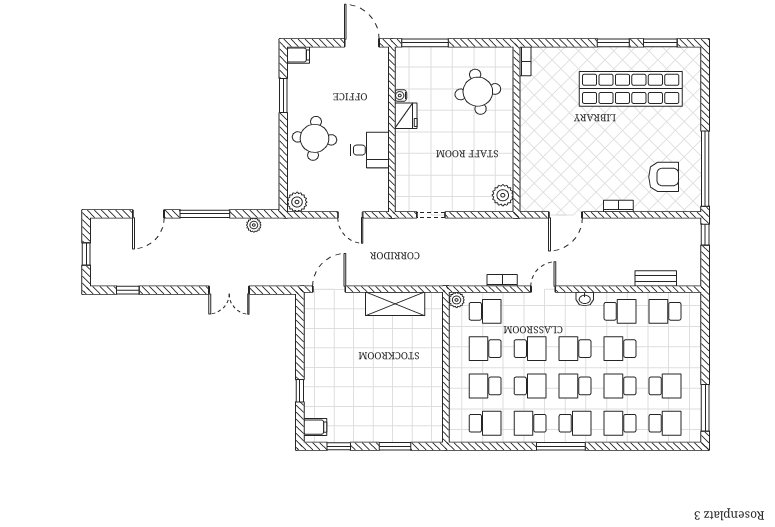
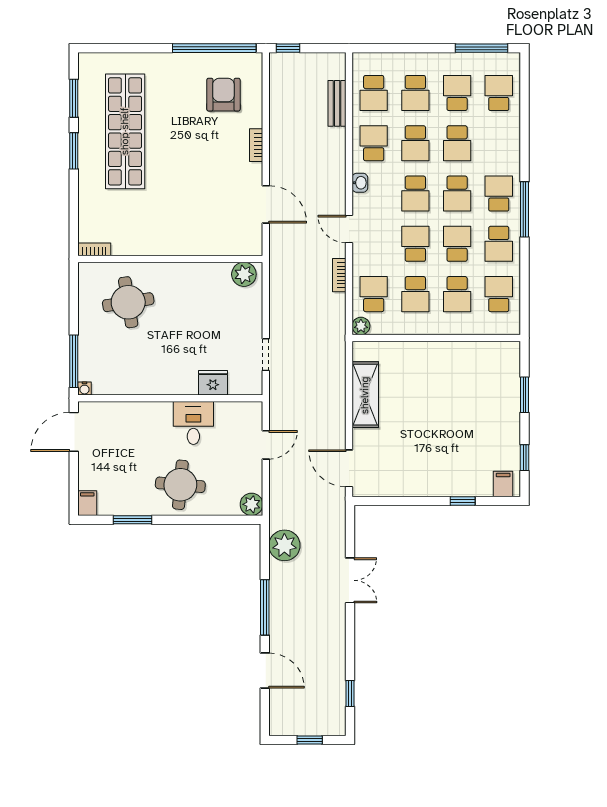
water cooler: (401, 96) -> (84, 388), moved
fridge: (406, 116) -> (213, 383), moved
plant: (254, 225) -> (284, 545), width x1.88, depth x1.88
school desk: (620, 423) -> (415, 93), moved

